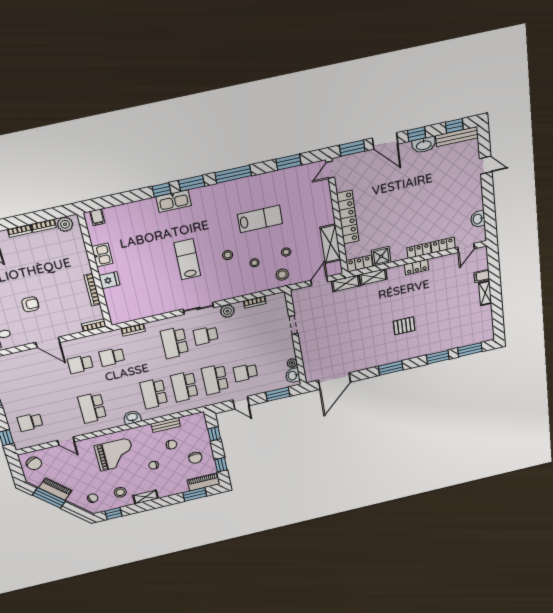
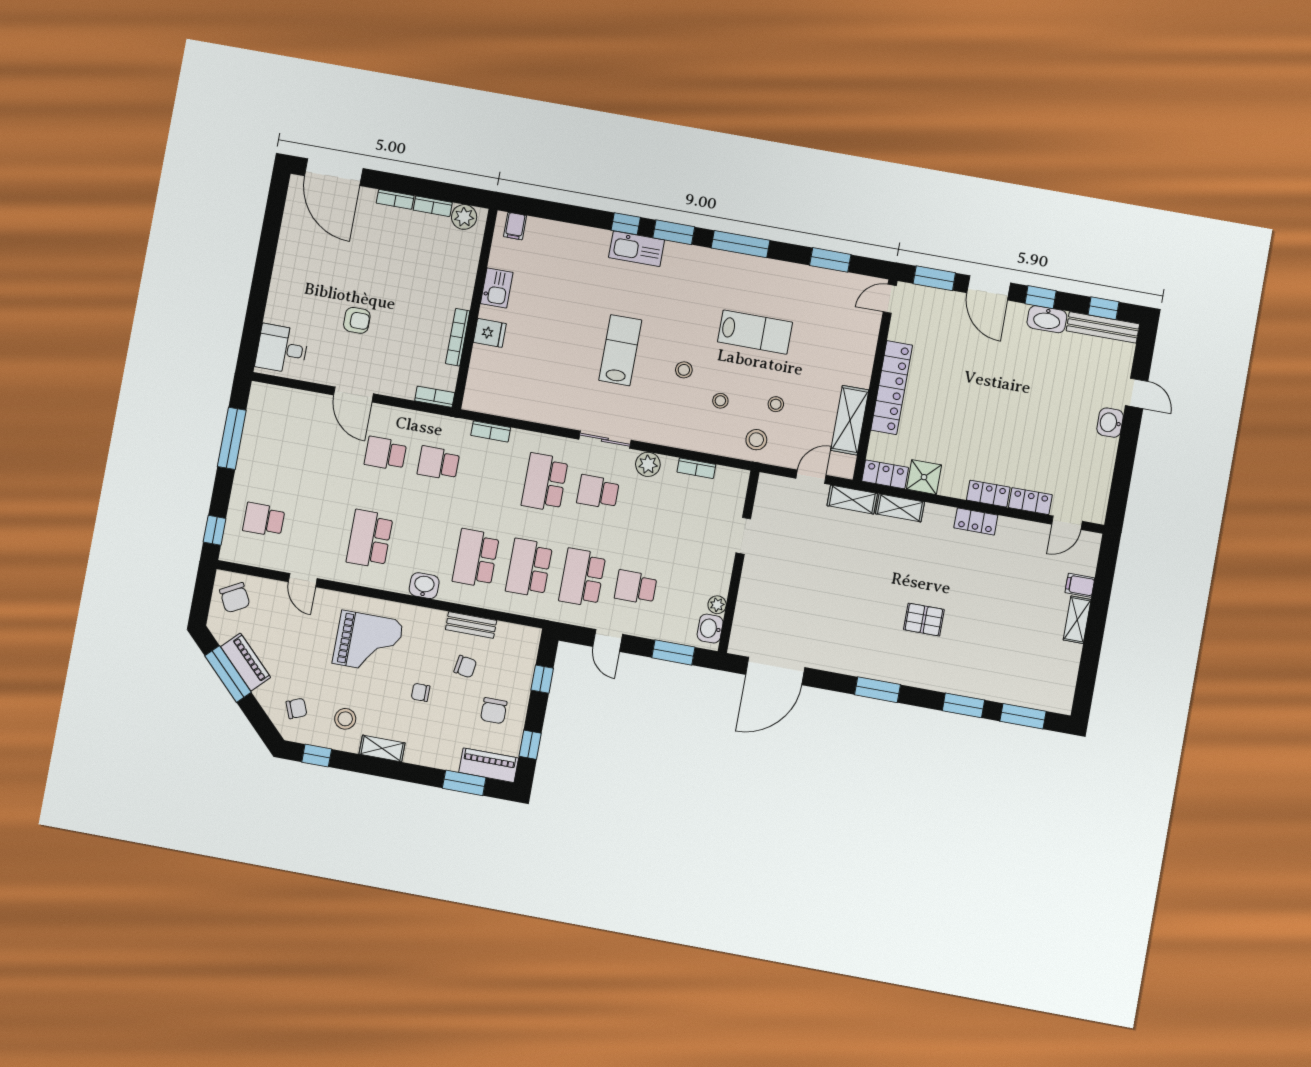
washbasin: (478, 219) -> (1110, 423), moved

